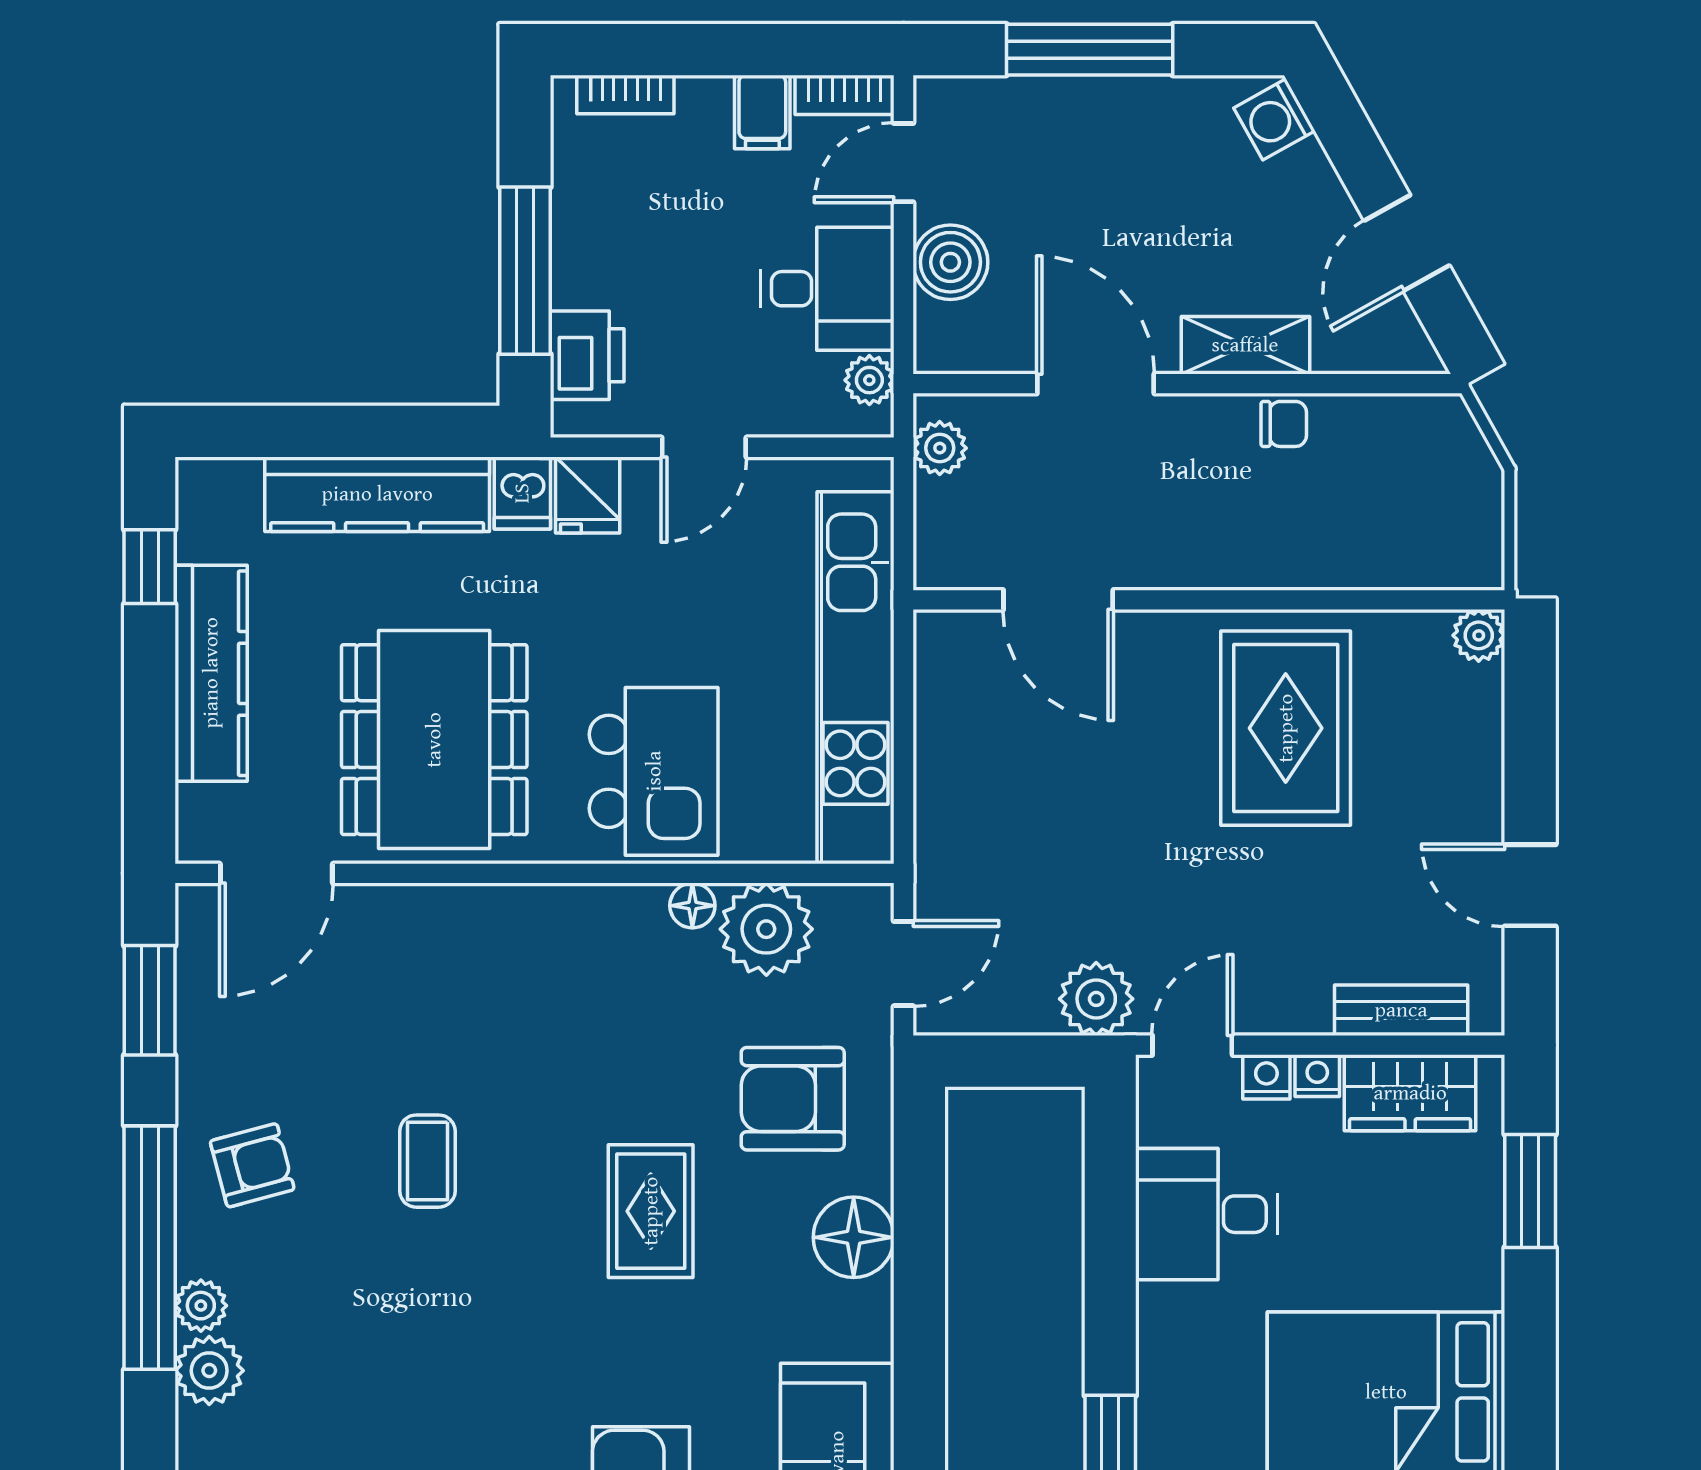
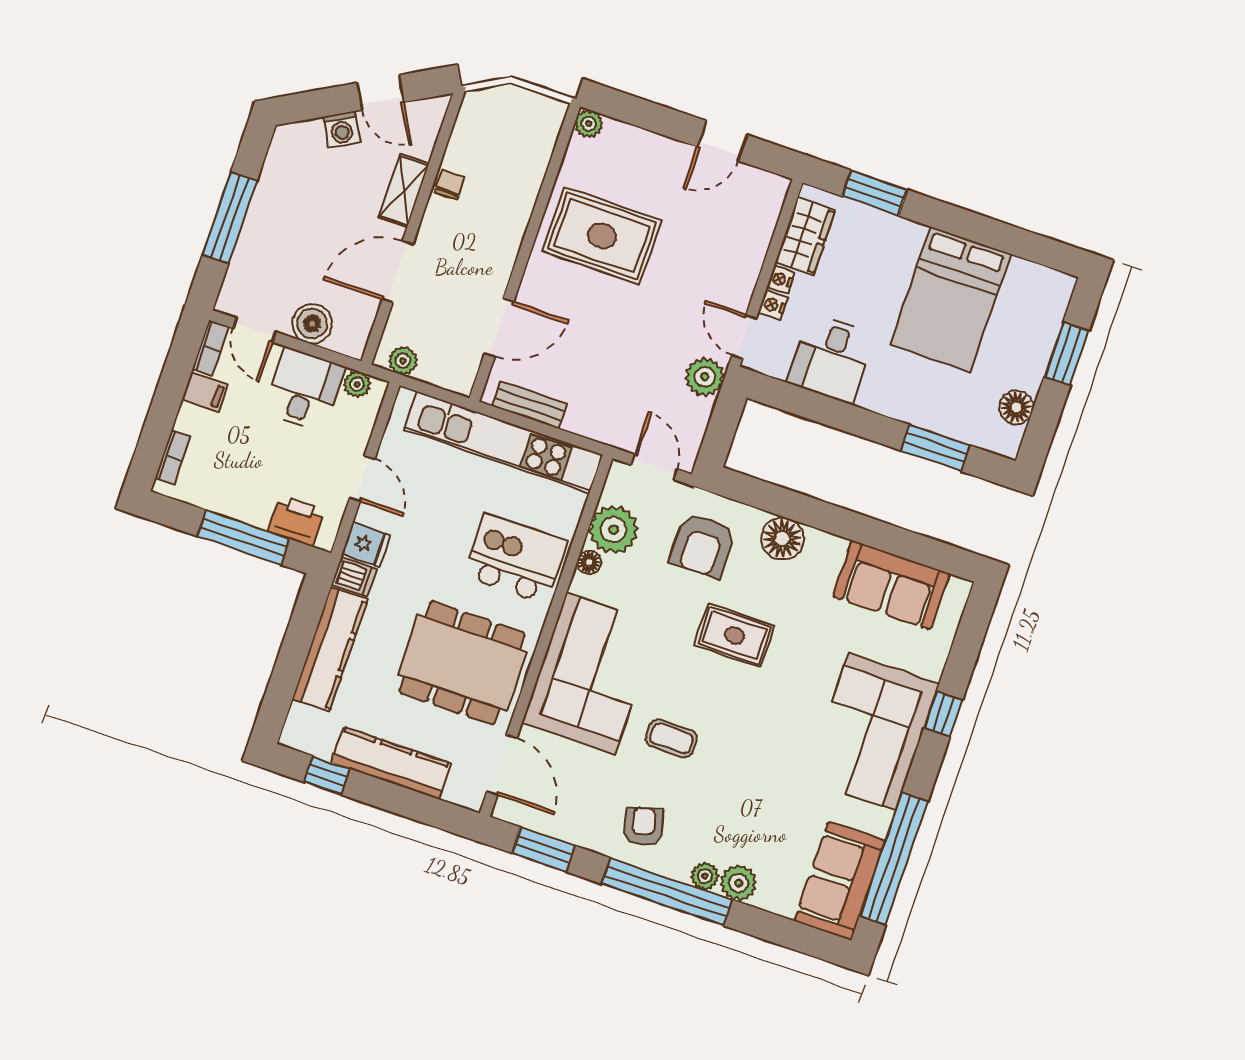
washing machine: (1274, 119) -> (342, 129), moved
corner sofa: (494, 976) -> (591, 673), added
bench: (1401, 1010) -> (529, 405), moved, turned 90

